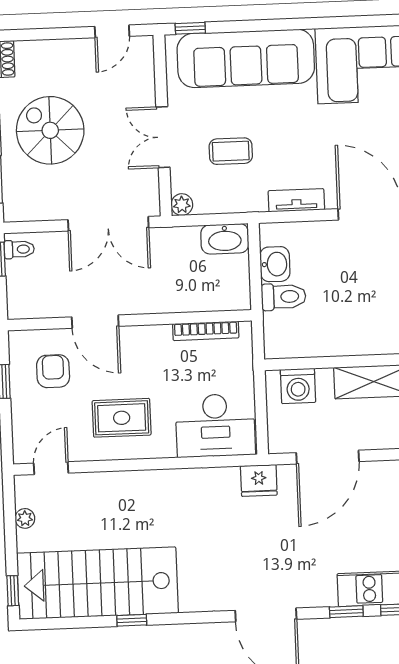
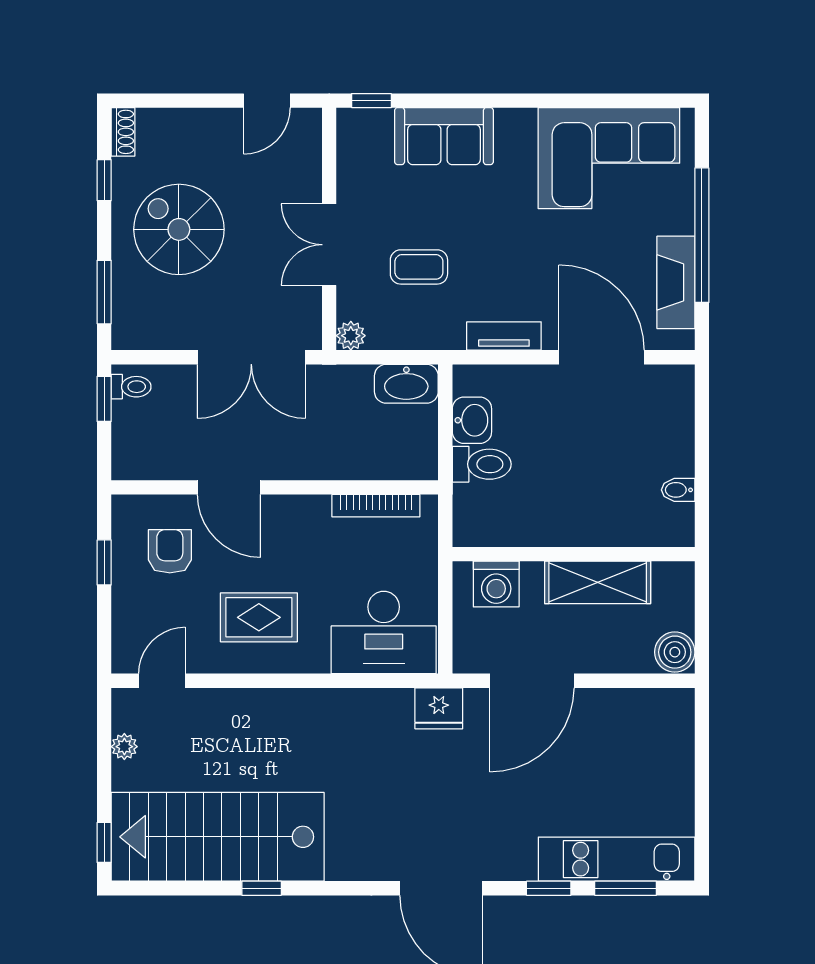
sofa: (246, 58) -> (444, 136), width x0.54, depth x0.79

